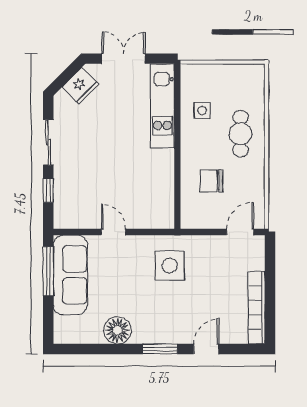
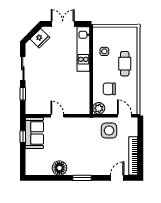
plant: (191, 218) -> (99, 108), added
door: (240, 232) -> (125, 116), hinge flipped
side table: (170, 266) -> (109, 131), moved
window: (48, 271) -> (23, 137), width x0.46
sofa: (70, 275) -> (34, 133), width x0.73
door: (206, 349) -> (117, 178), moved

